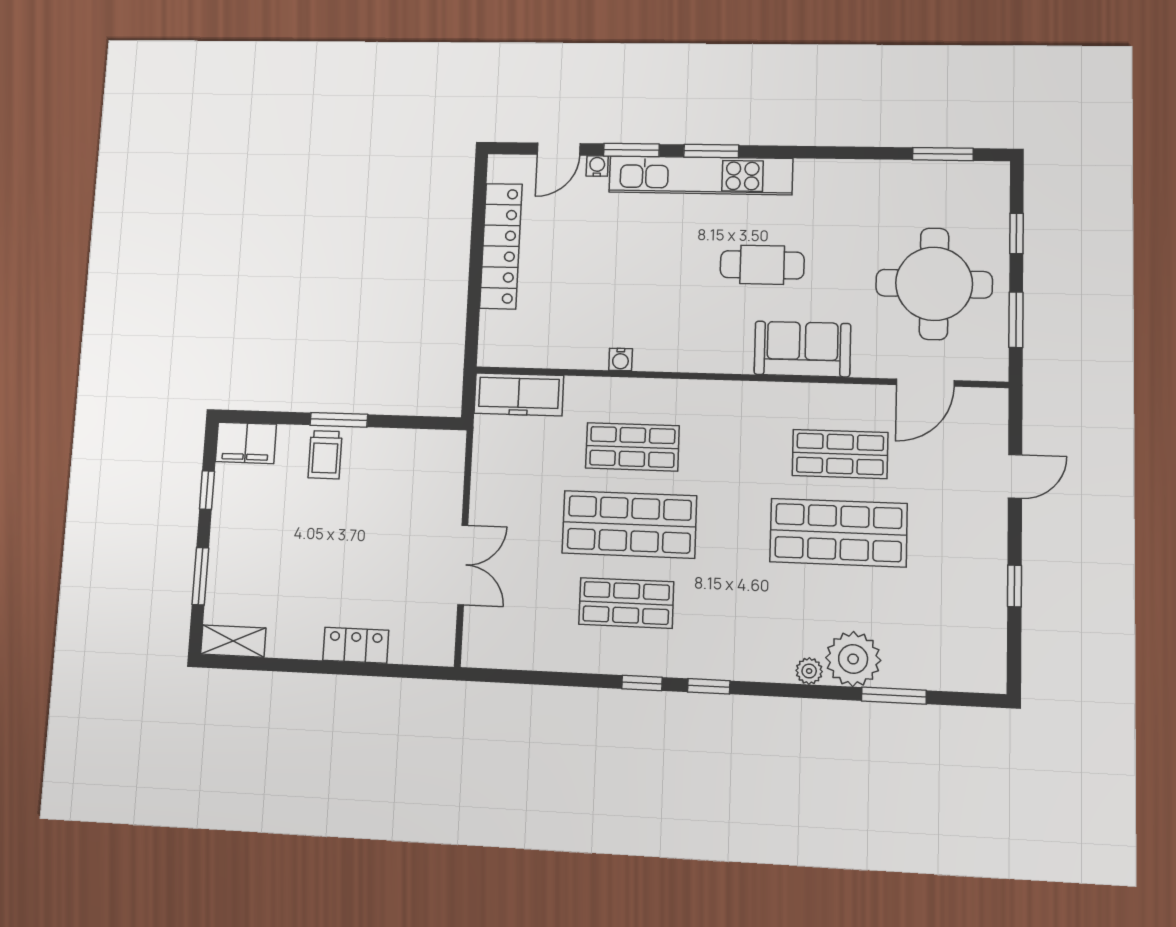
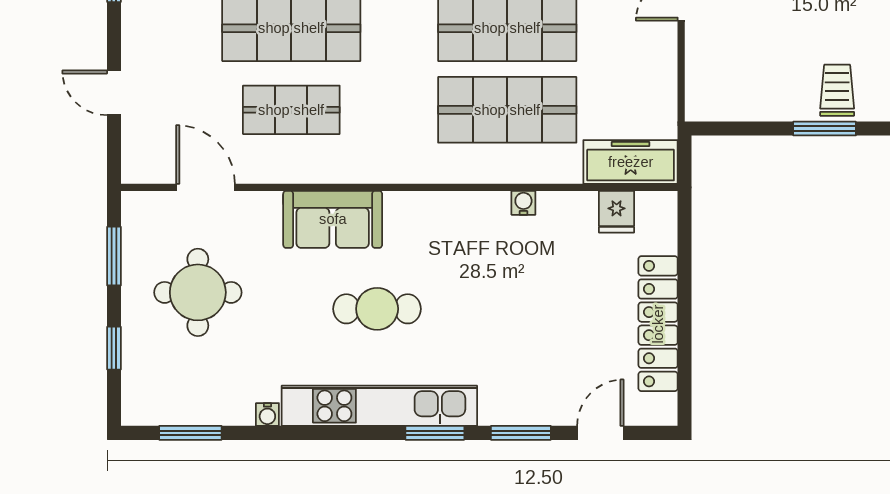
water cooler: (597, 166) -> (267, 414), moved
kitchen unit: (701, 175) -> (379, 406), moved
round table: (934, 284) -> (198, 292), width x0.73, depth x0.73
fridge: (534, 349) -> (617, 212), added
door: (925, 383) -> (206, 187), hinge flipped
shop shelf: (632, 447) -> (507, 110), width x1.43, depth x1.36
door: (1015, 476) -> (114, 93), hinge flipped

